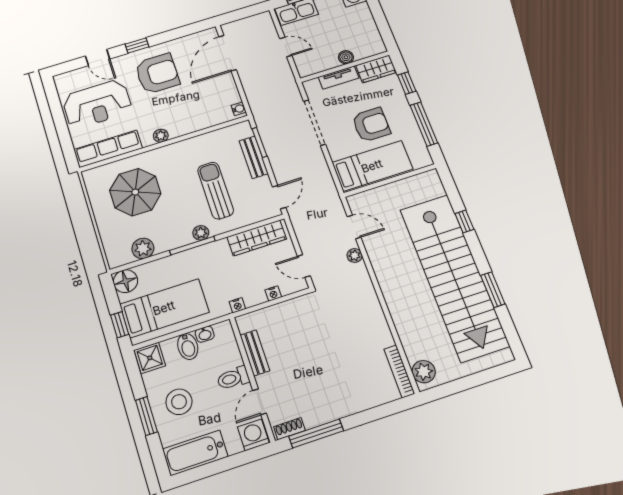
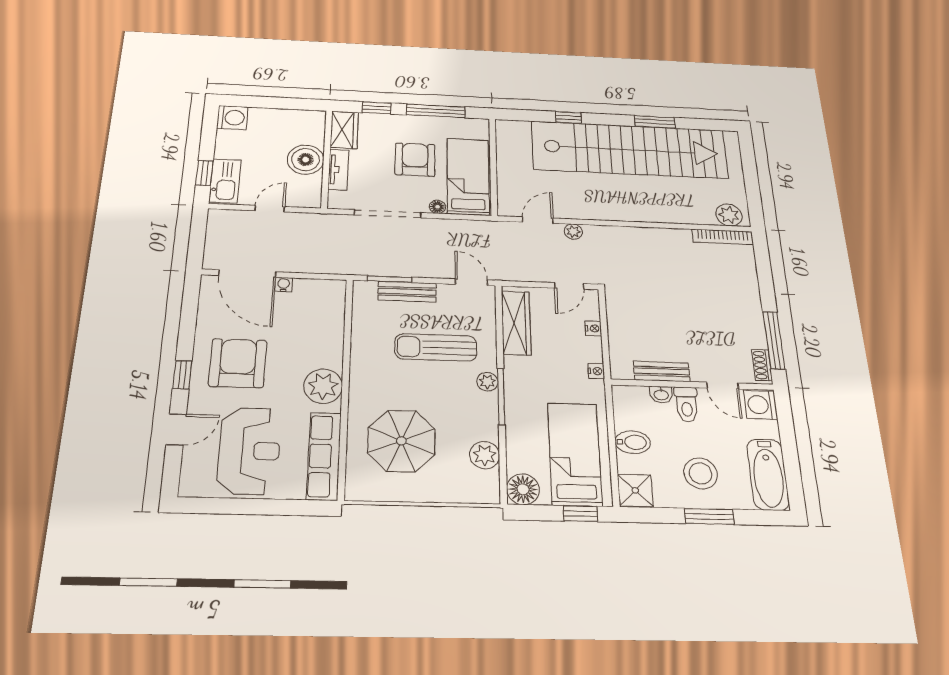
boiler: (346, 57) -> (306, 160), width x1.86, depth x1.86
water cooler: (239, 109) -> (284, 285), moved
plant: (161, 136) -> (323, 386), width x1.88, depth x1.88
floor lamp: (335, 154) -> (438, 207), added
washbasin: (205, 334) -> (661, 394), moved, turned 90

